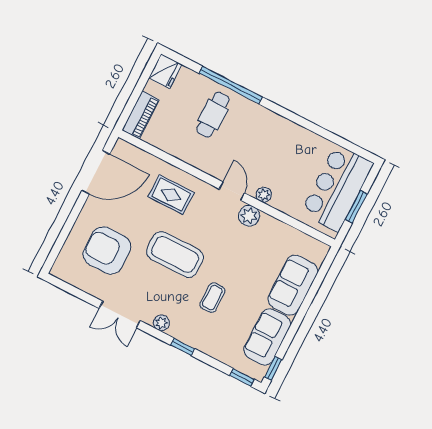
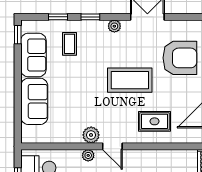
coffee table: (212, 298) -> (70, 44), moved
window: (242, 377) -> (58, 17), moved

